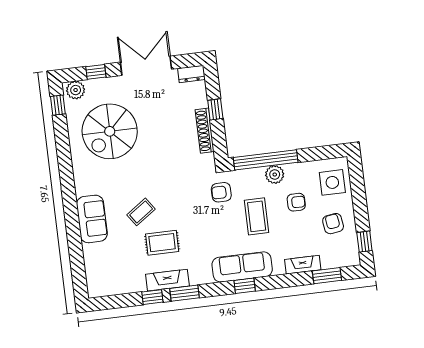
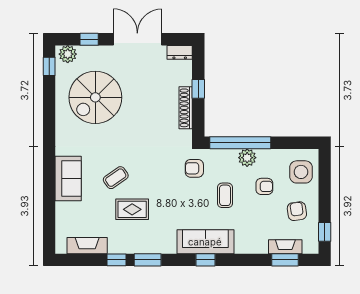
coffee table: (257, 216) -> (225, 195), width x0.73, depth x0.77
fireplace: (303, 265) -> (285, 247), moved
fireplace: (167, 280) -> (87, 246), moved

